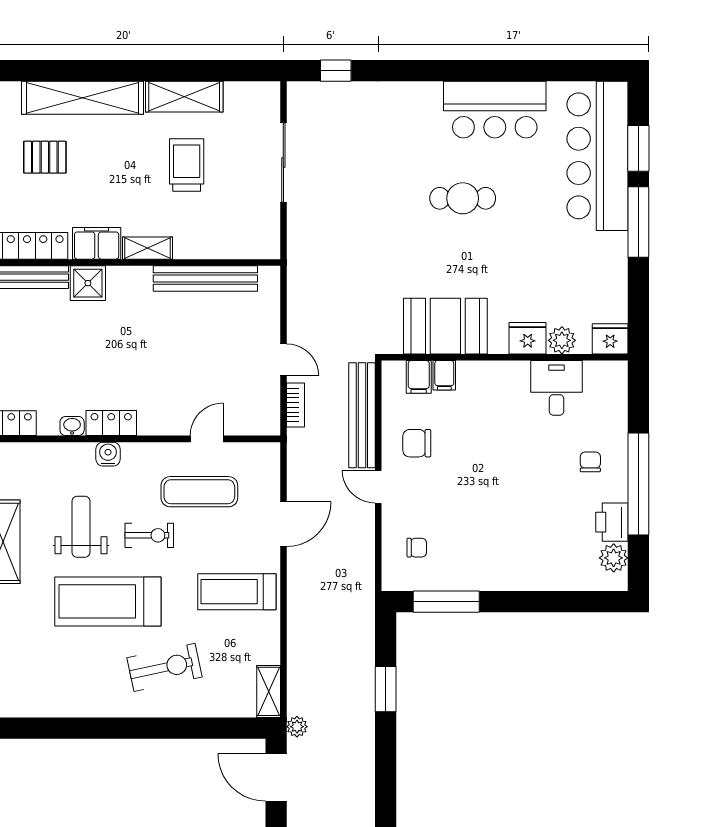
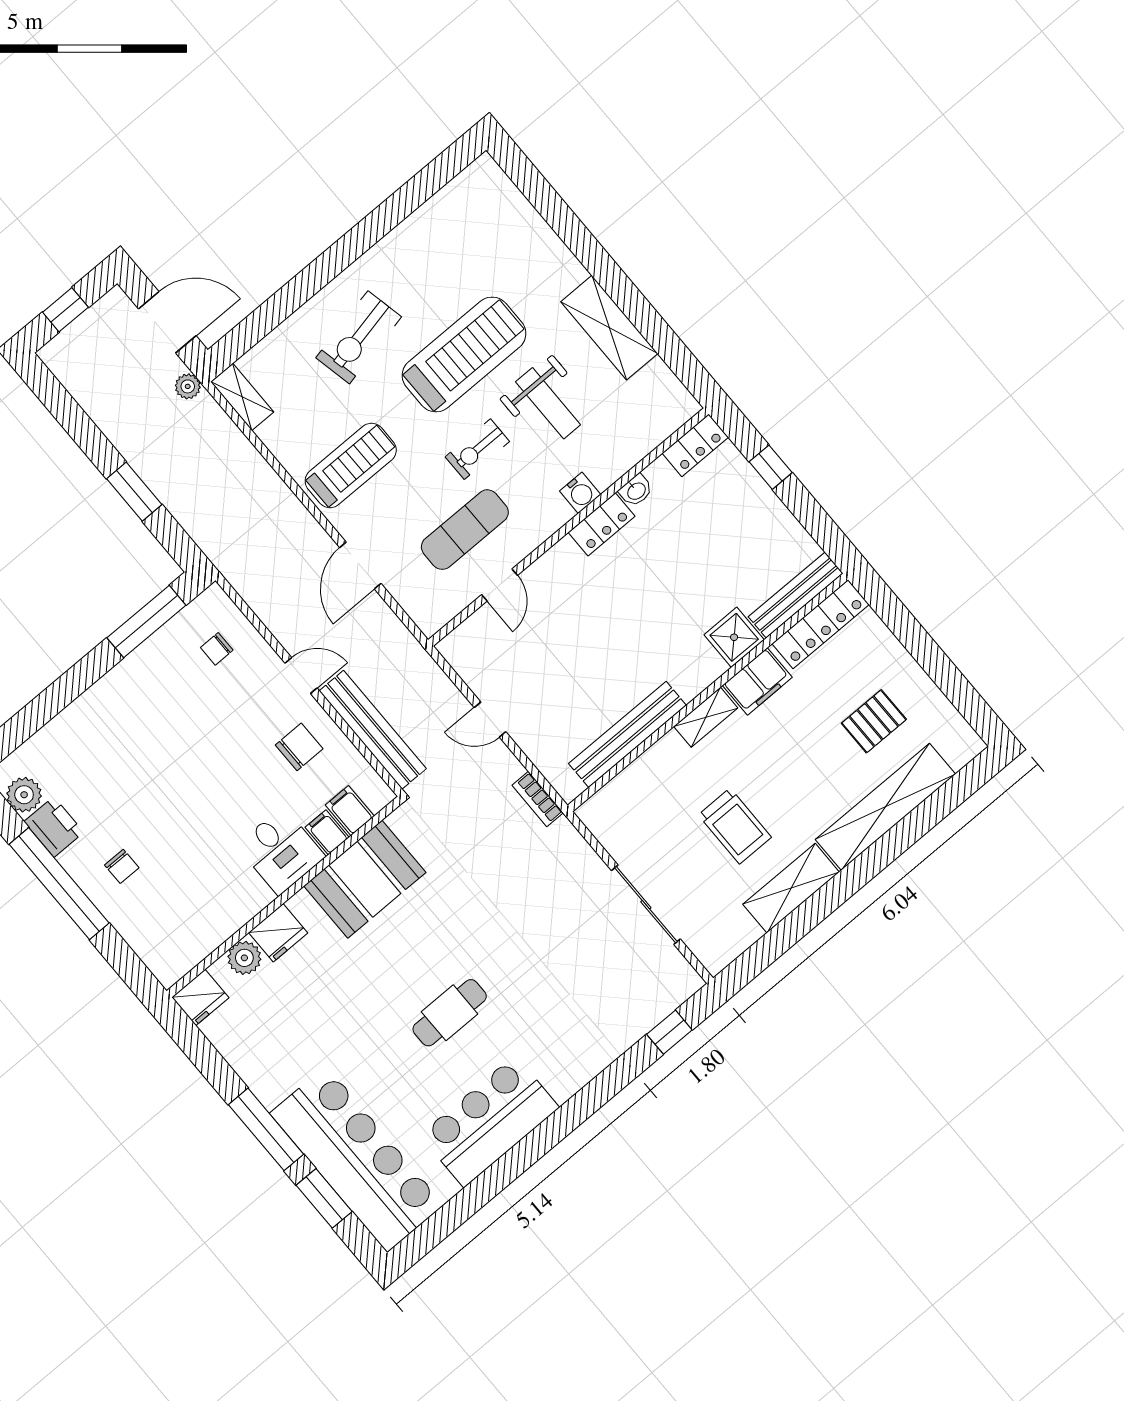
desk: (557, 388) -> (281, 851), moved
bookcase: (295, 405) -> (538, 799), moved

